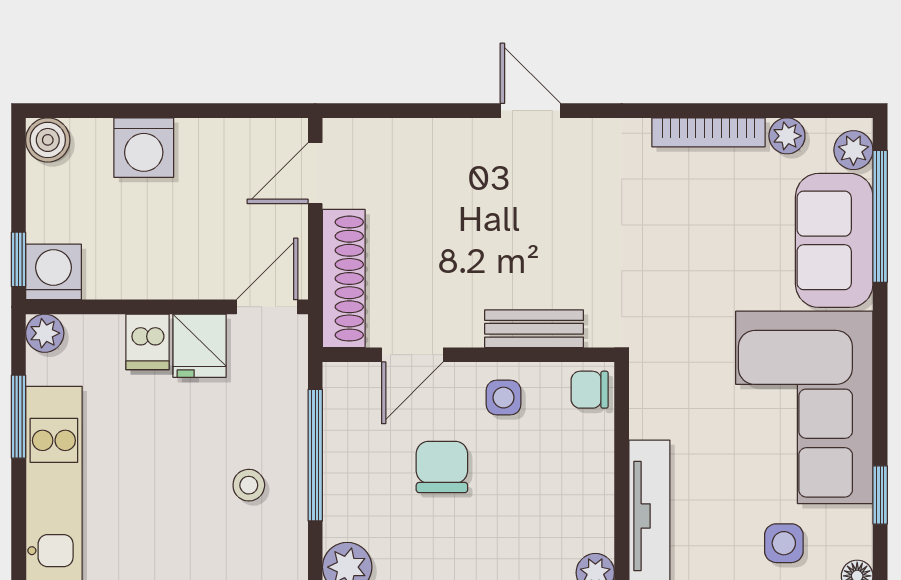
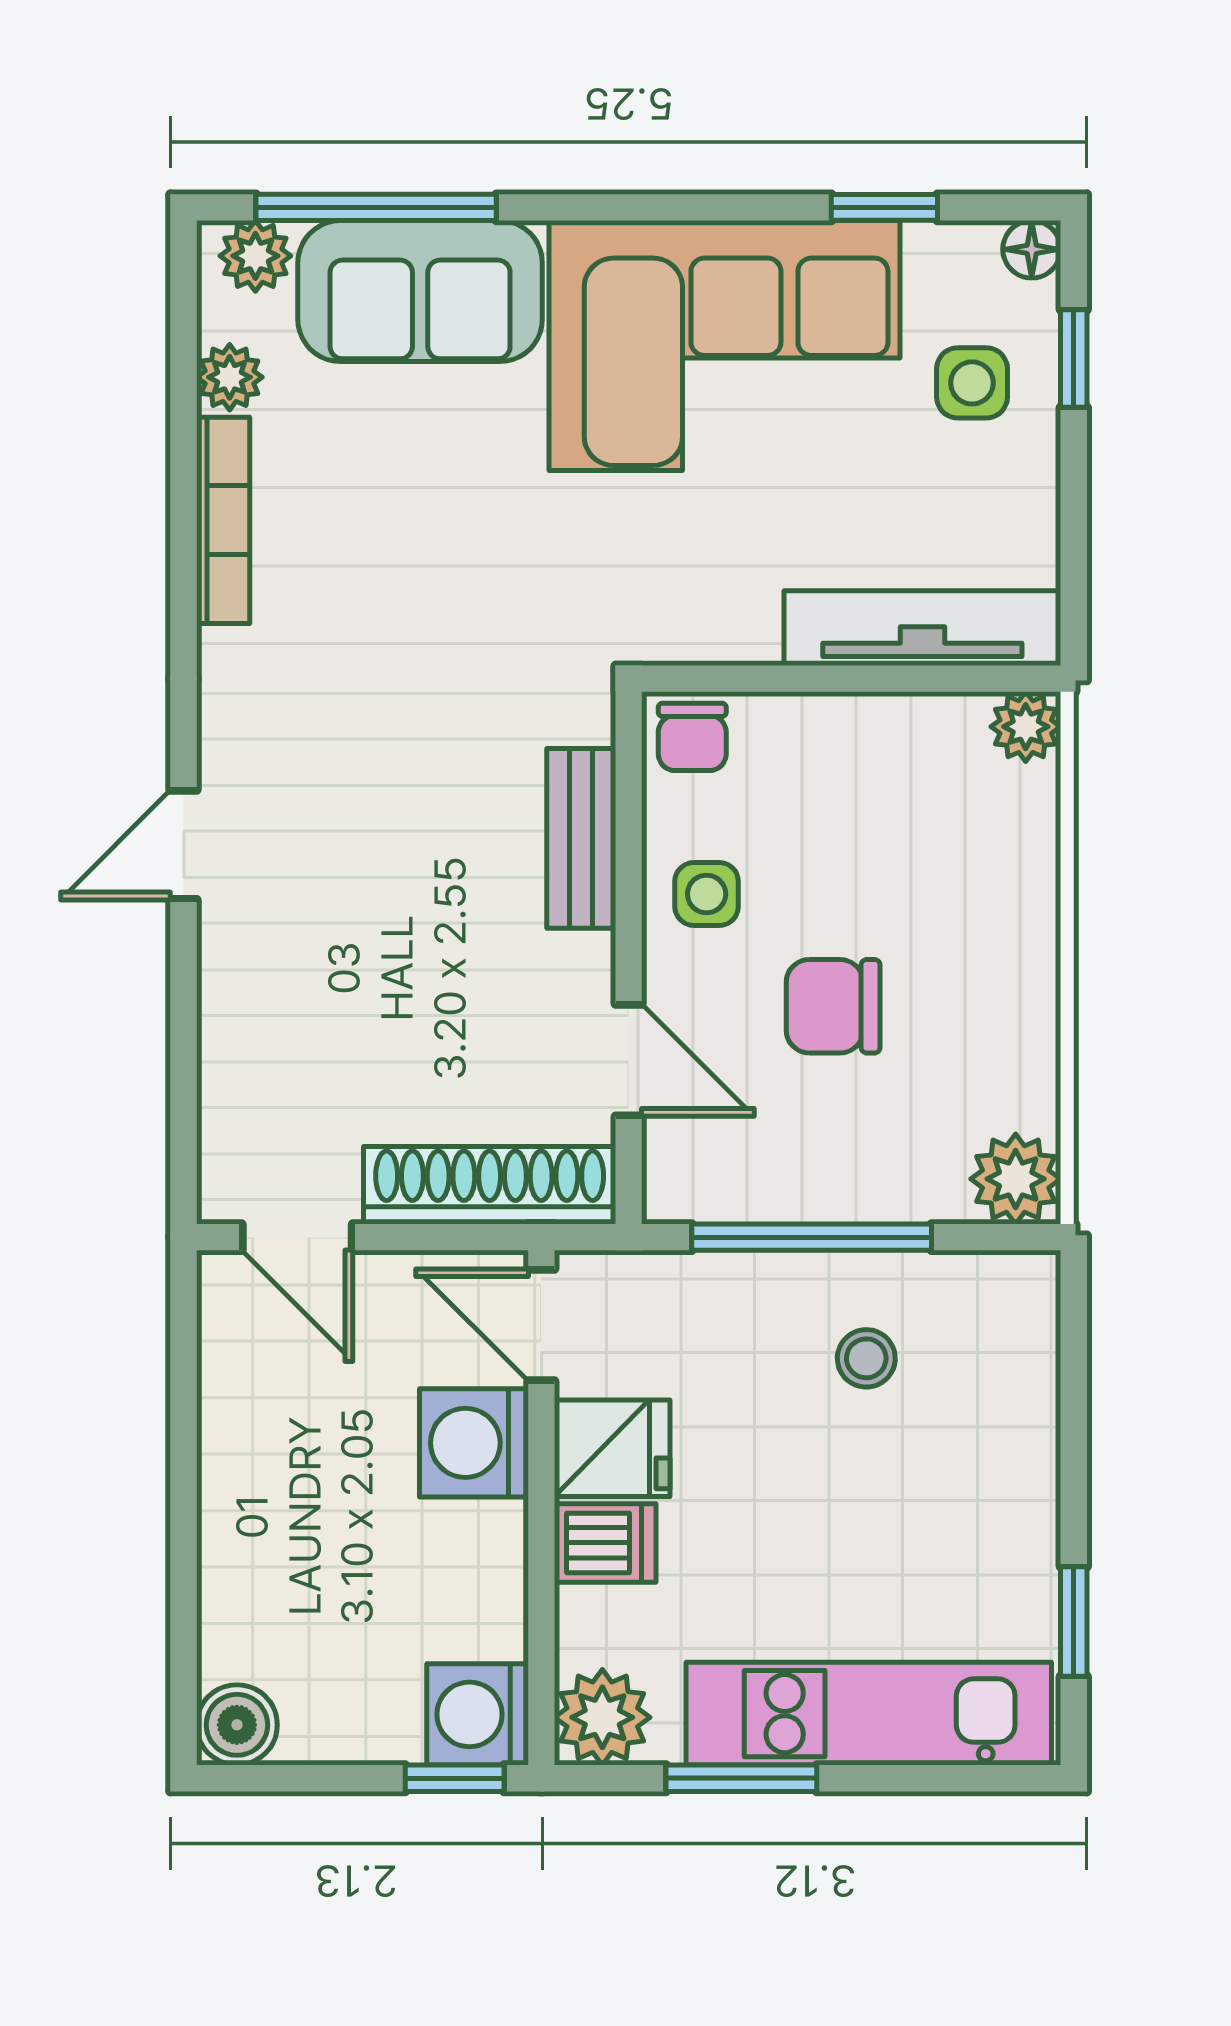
washing machine: (144, 148) -> (474, 1443), moved, turned 180
plant: (45, 333) -> (602, 1717), width x1.38, depth x1.38

